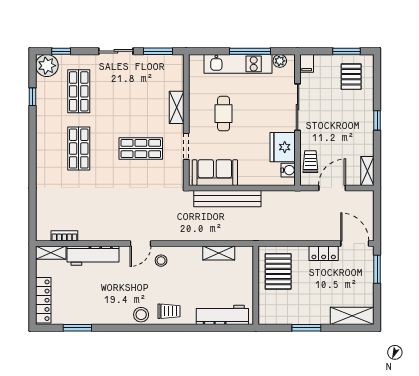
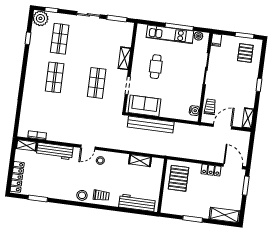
fridge: (283, 147) -> (193, 95), removed
shop shelf: (141, 149) -> (97, 83), turned 90

